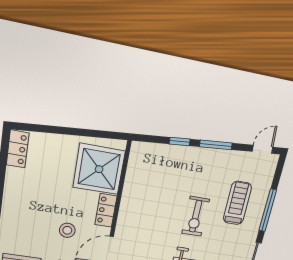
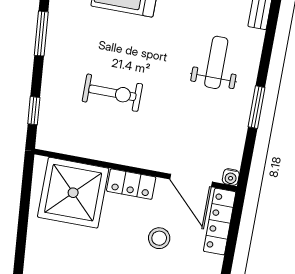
window: (180, 142) -> (34, 111), moved
exercise bike: (196, 216) -> (112, 93), moved

